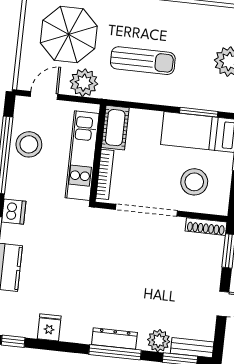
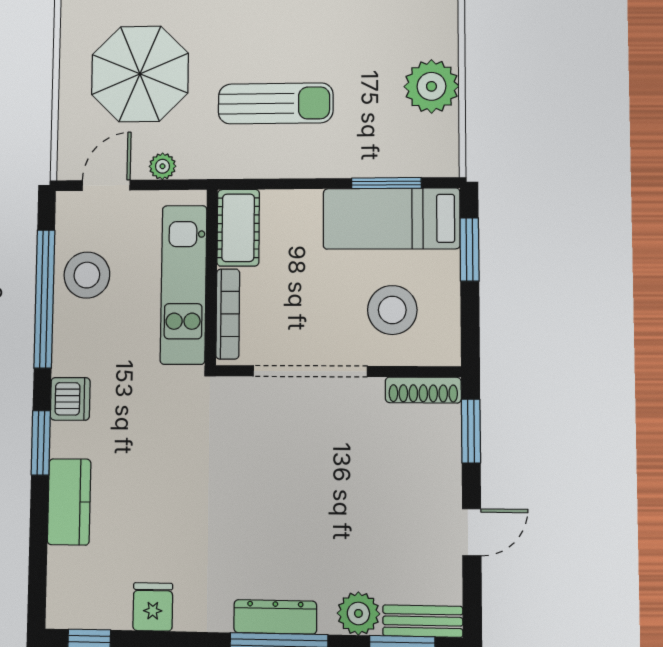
plant: (84, 83) -> (162, 166), width x0.53, depth x0.53

